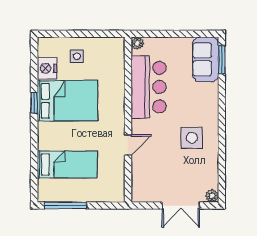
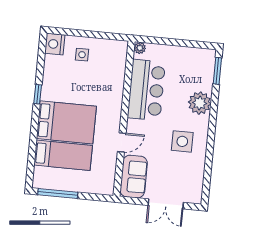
sofa: (206, 59) -> (134, 177), moved, turned 180
nightstand: (47, 68) -> (55, 44), moved
bed: (67, 101) -> (66, 122), moved
plant: (212, 196) -> (200, 103), moved, width x1.88, depth x1.88

